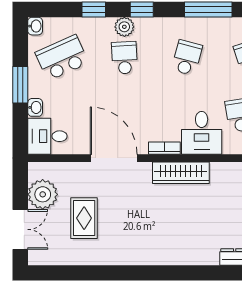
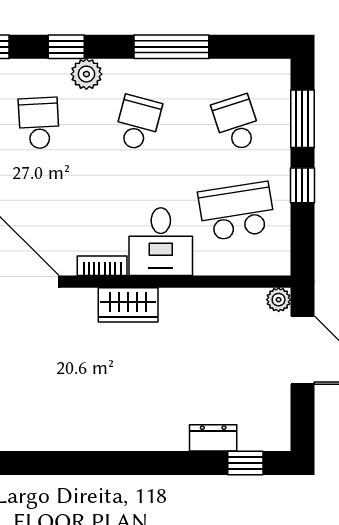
plant: (124, 27) -> (86, 74), moved
wardrobe: (181, 173) -> (128, 305), width x0.67

